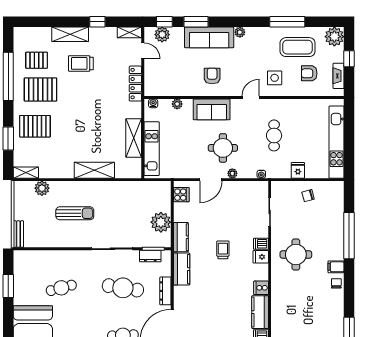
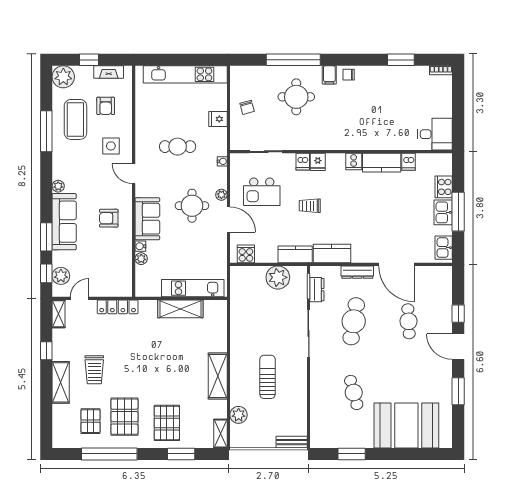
water cooler: (153, 103) -> (140, 246), moved
shelving: (94, 170) -> (218, 376), moved
kitchen island: (235, 208) -> (262, 192), added
round table: (296, 254) -> (296, 97), moved

